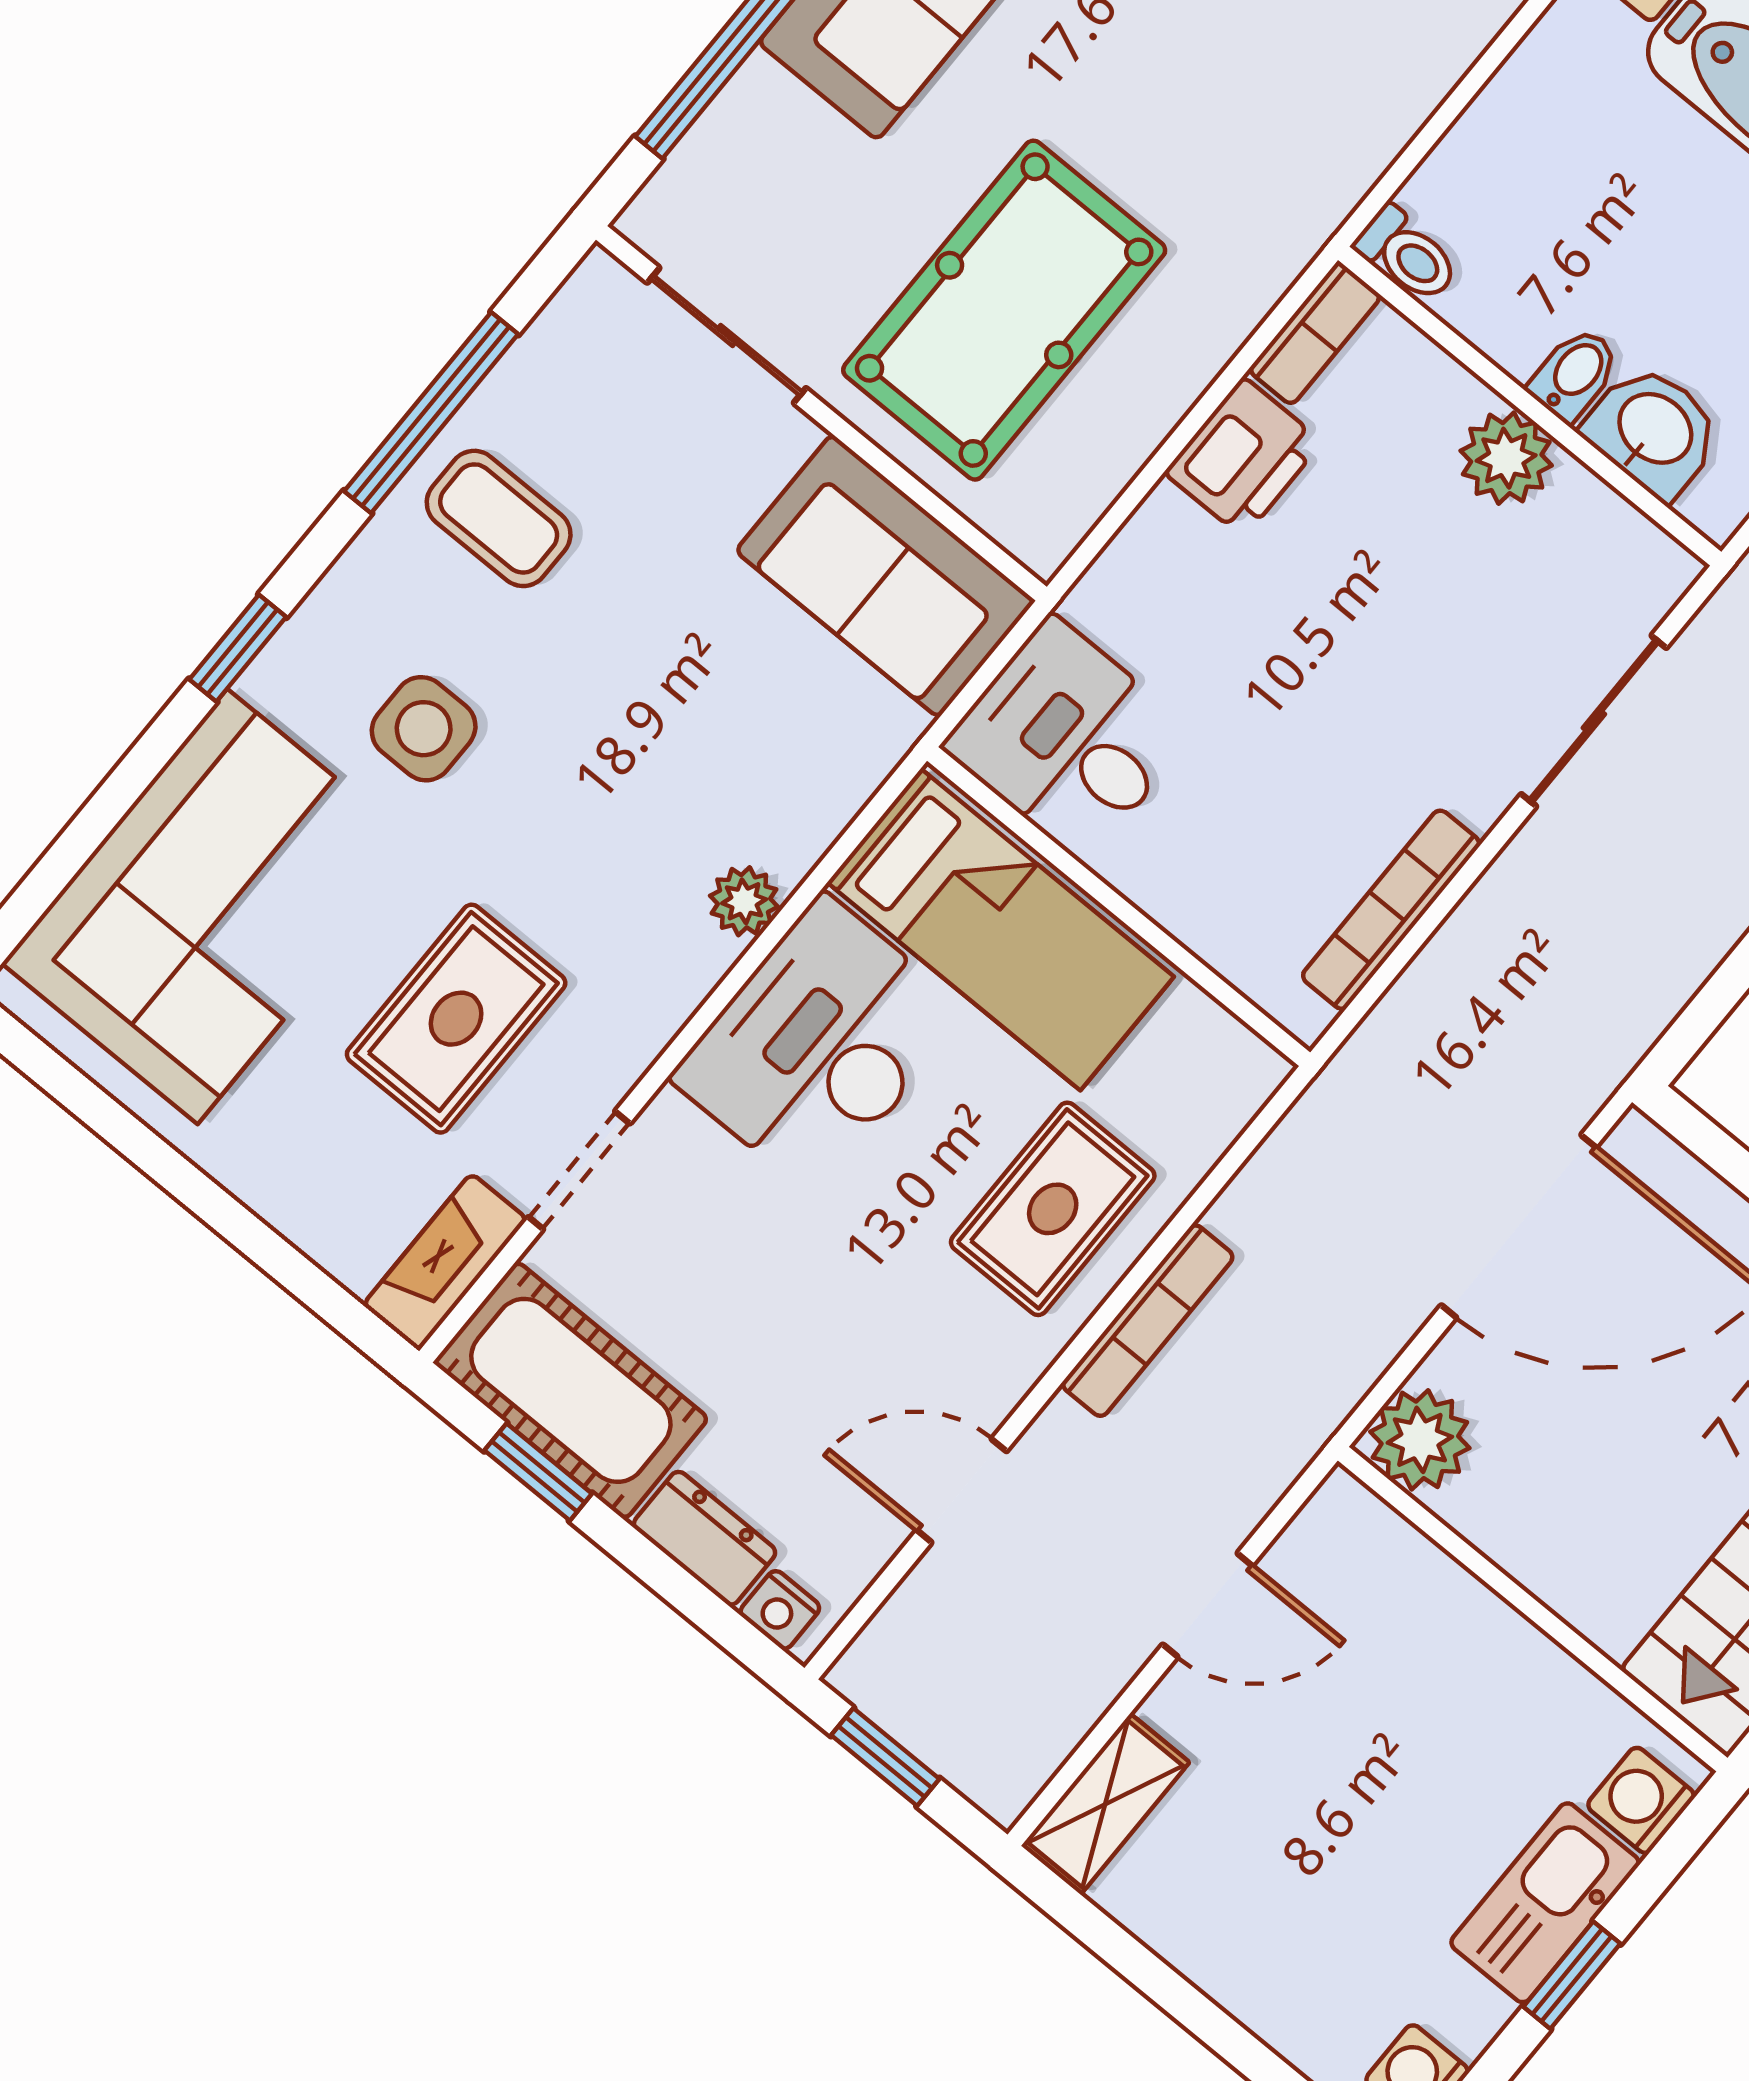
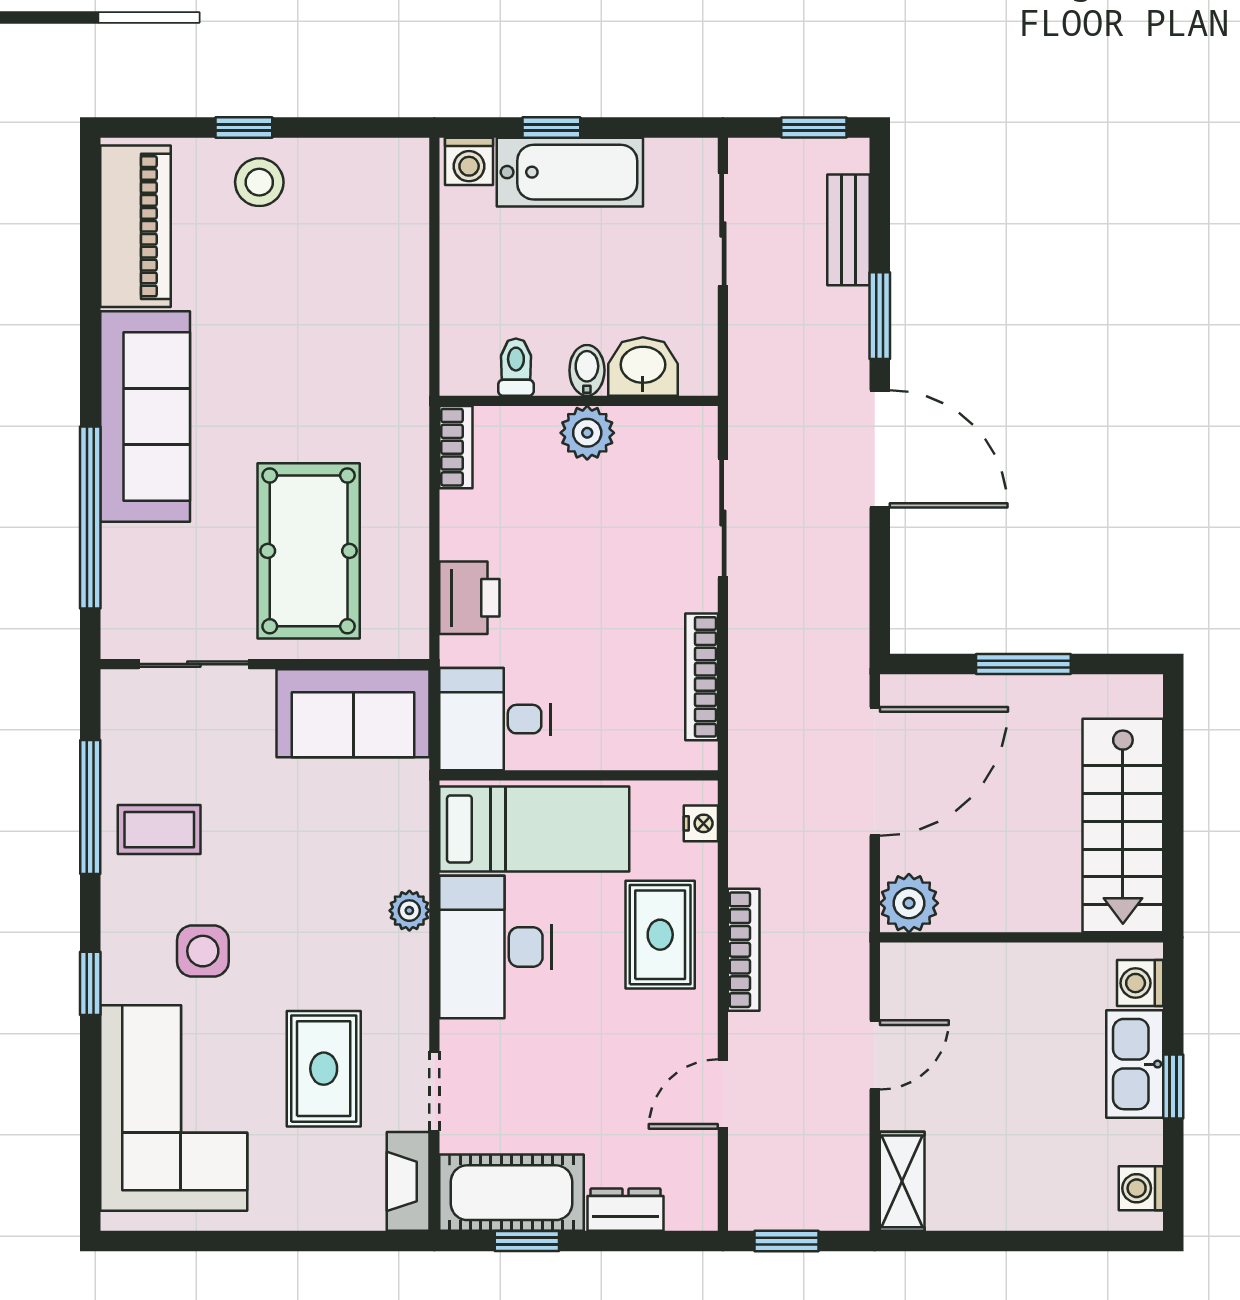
toilet: (1407, 254) -> (516, 367), moved, turned -90
printer: (1243, 457) -> (469, 598), moved
nightstand: (780, 1610) -> (701, 823), moved, turned -90

